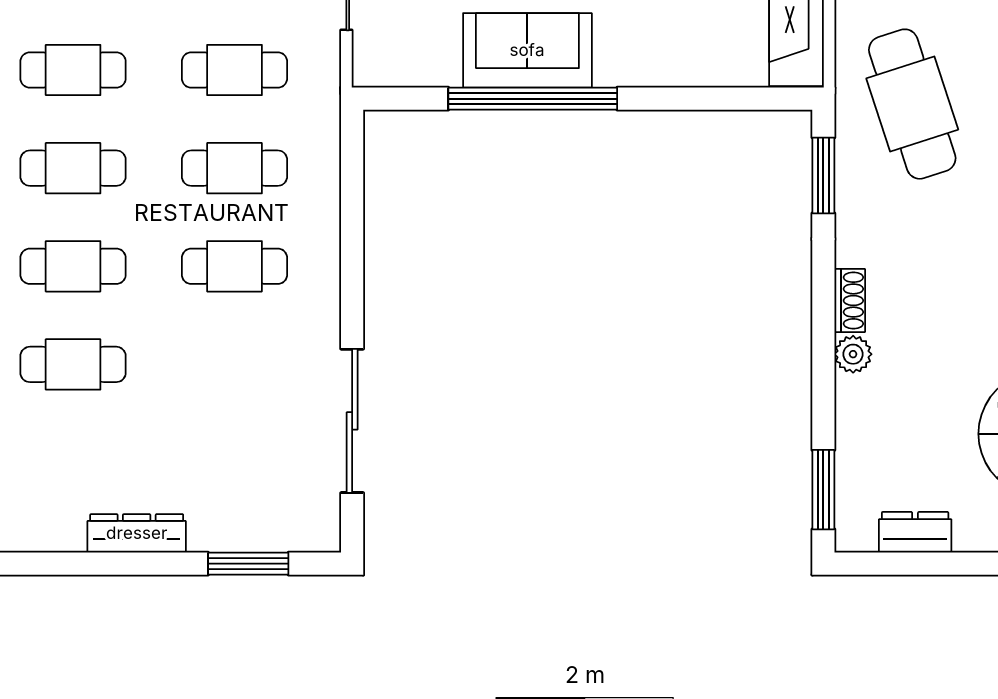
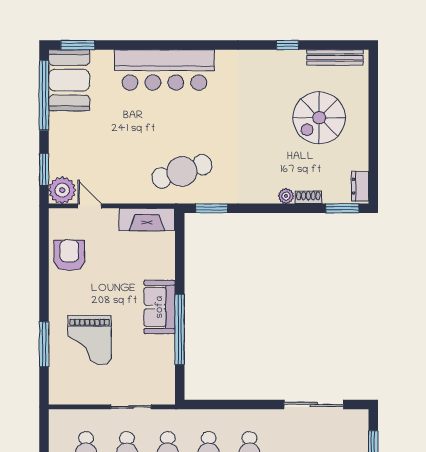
sofa: (527, 50) -> (160, 307), moved
shoe rack: (850, 301) -> (308, 197), moved
dresser: (915, 532) -> (360, 186), moved

